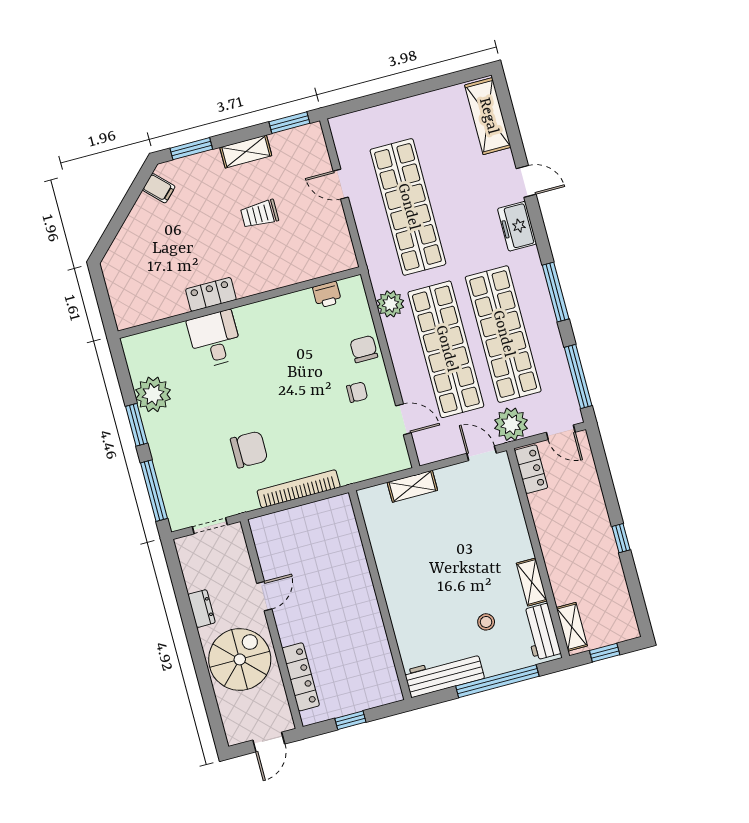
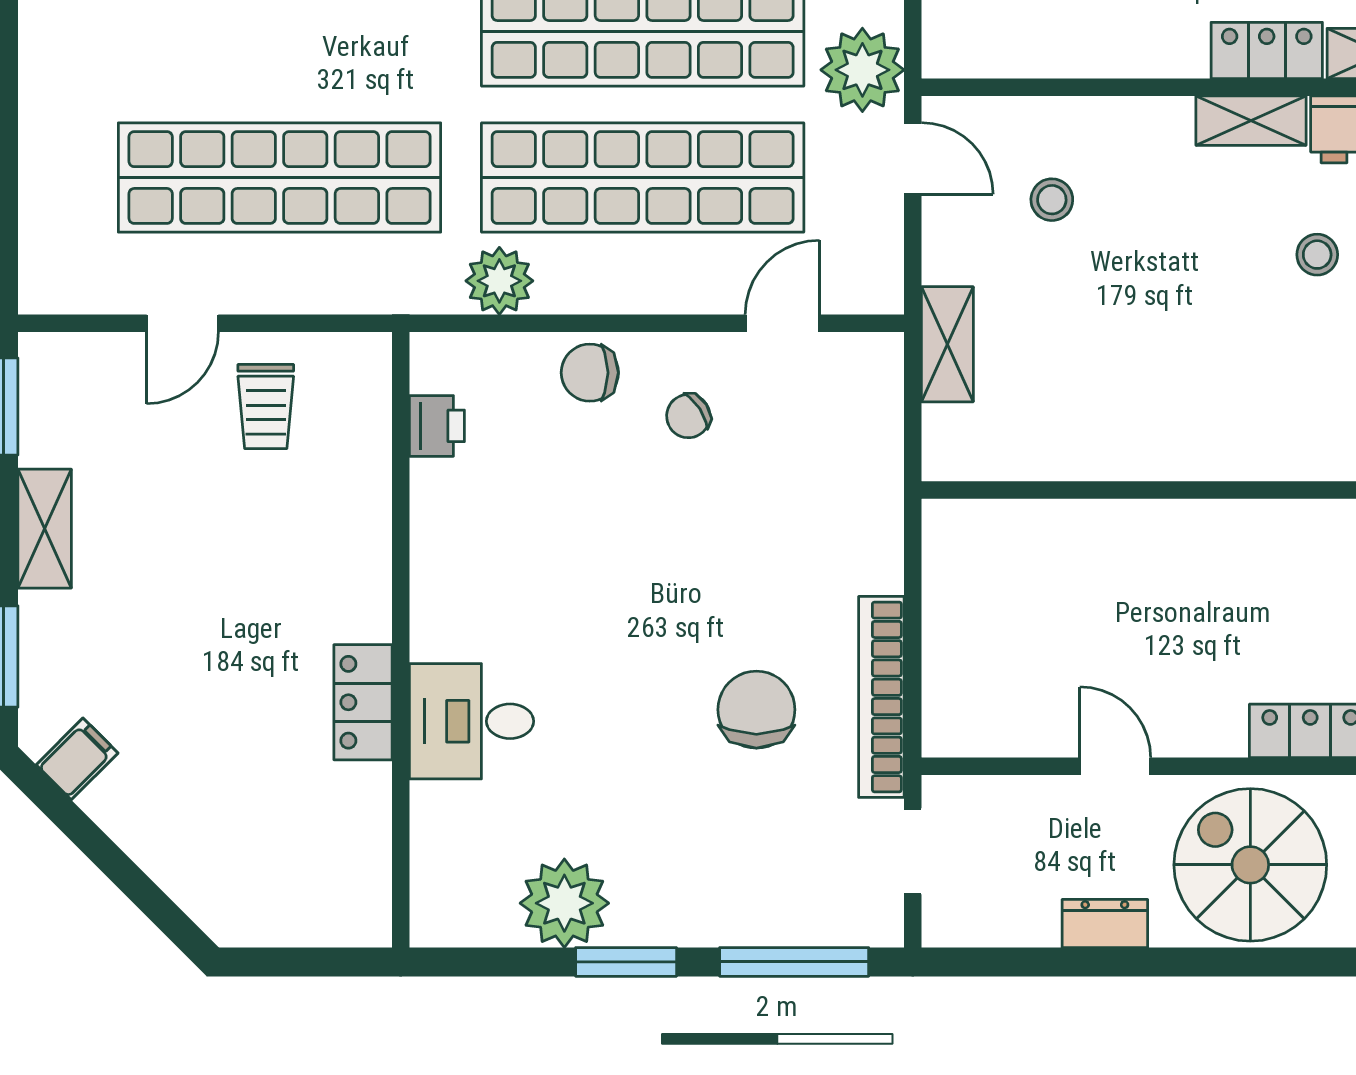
trolley: (260, 214) -> (266, 406), moved
chair: (357, 392) -> (688, 416), turned -124
door: (482, 453) -> (913, 158), swing flipped
locker: (531, 469) -> (1267, 50), moved
bookcase: (299, 489) -> (881, 697), moved
stool: (480, 512) -> (1052, 200), added

